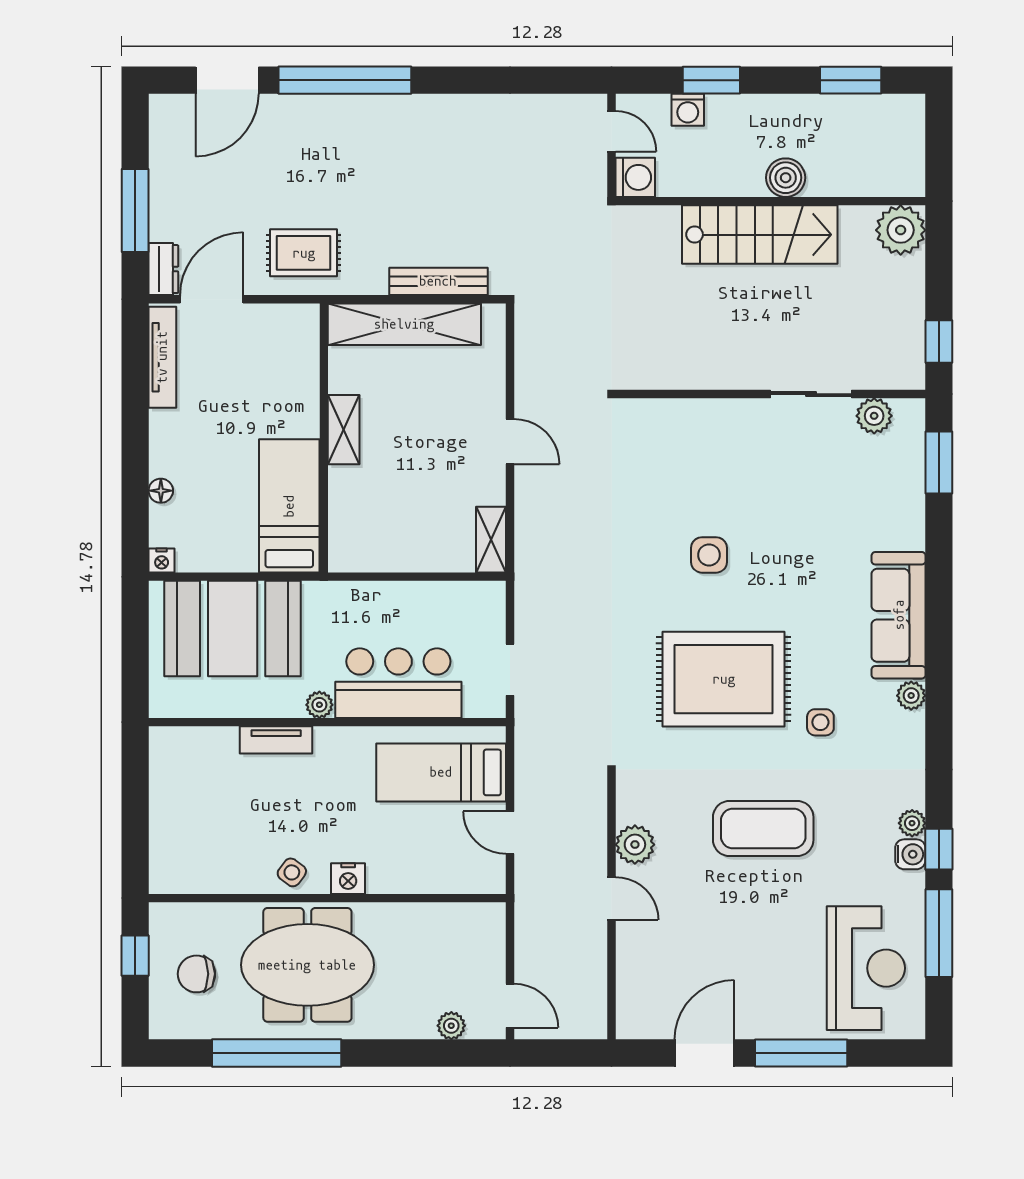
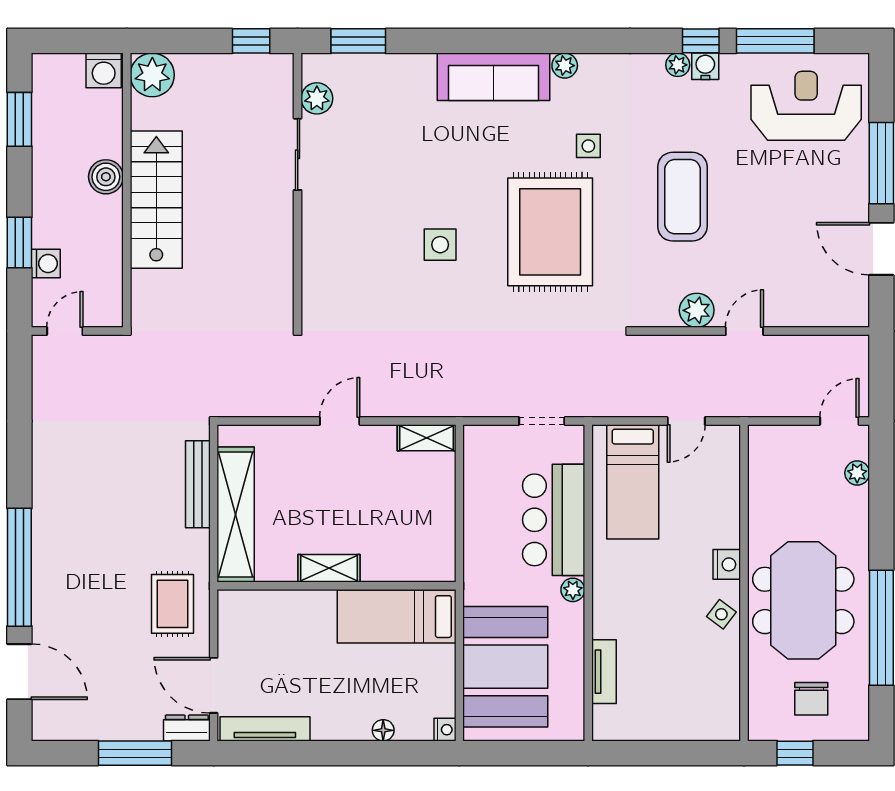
washing machine: (635, 177) -> (104, 70), moved, turned 180
tv unit: (276, 740) -> (604, 672), moved

